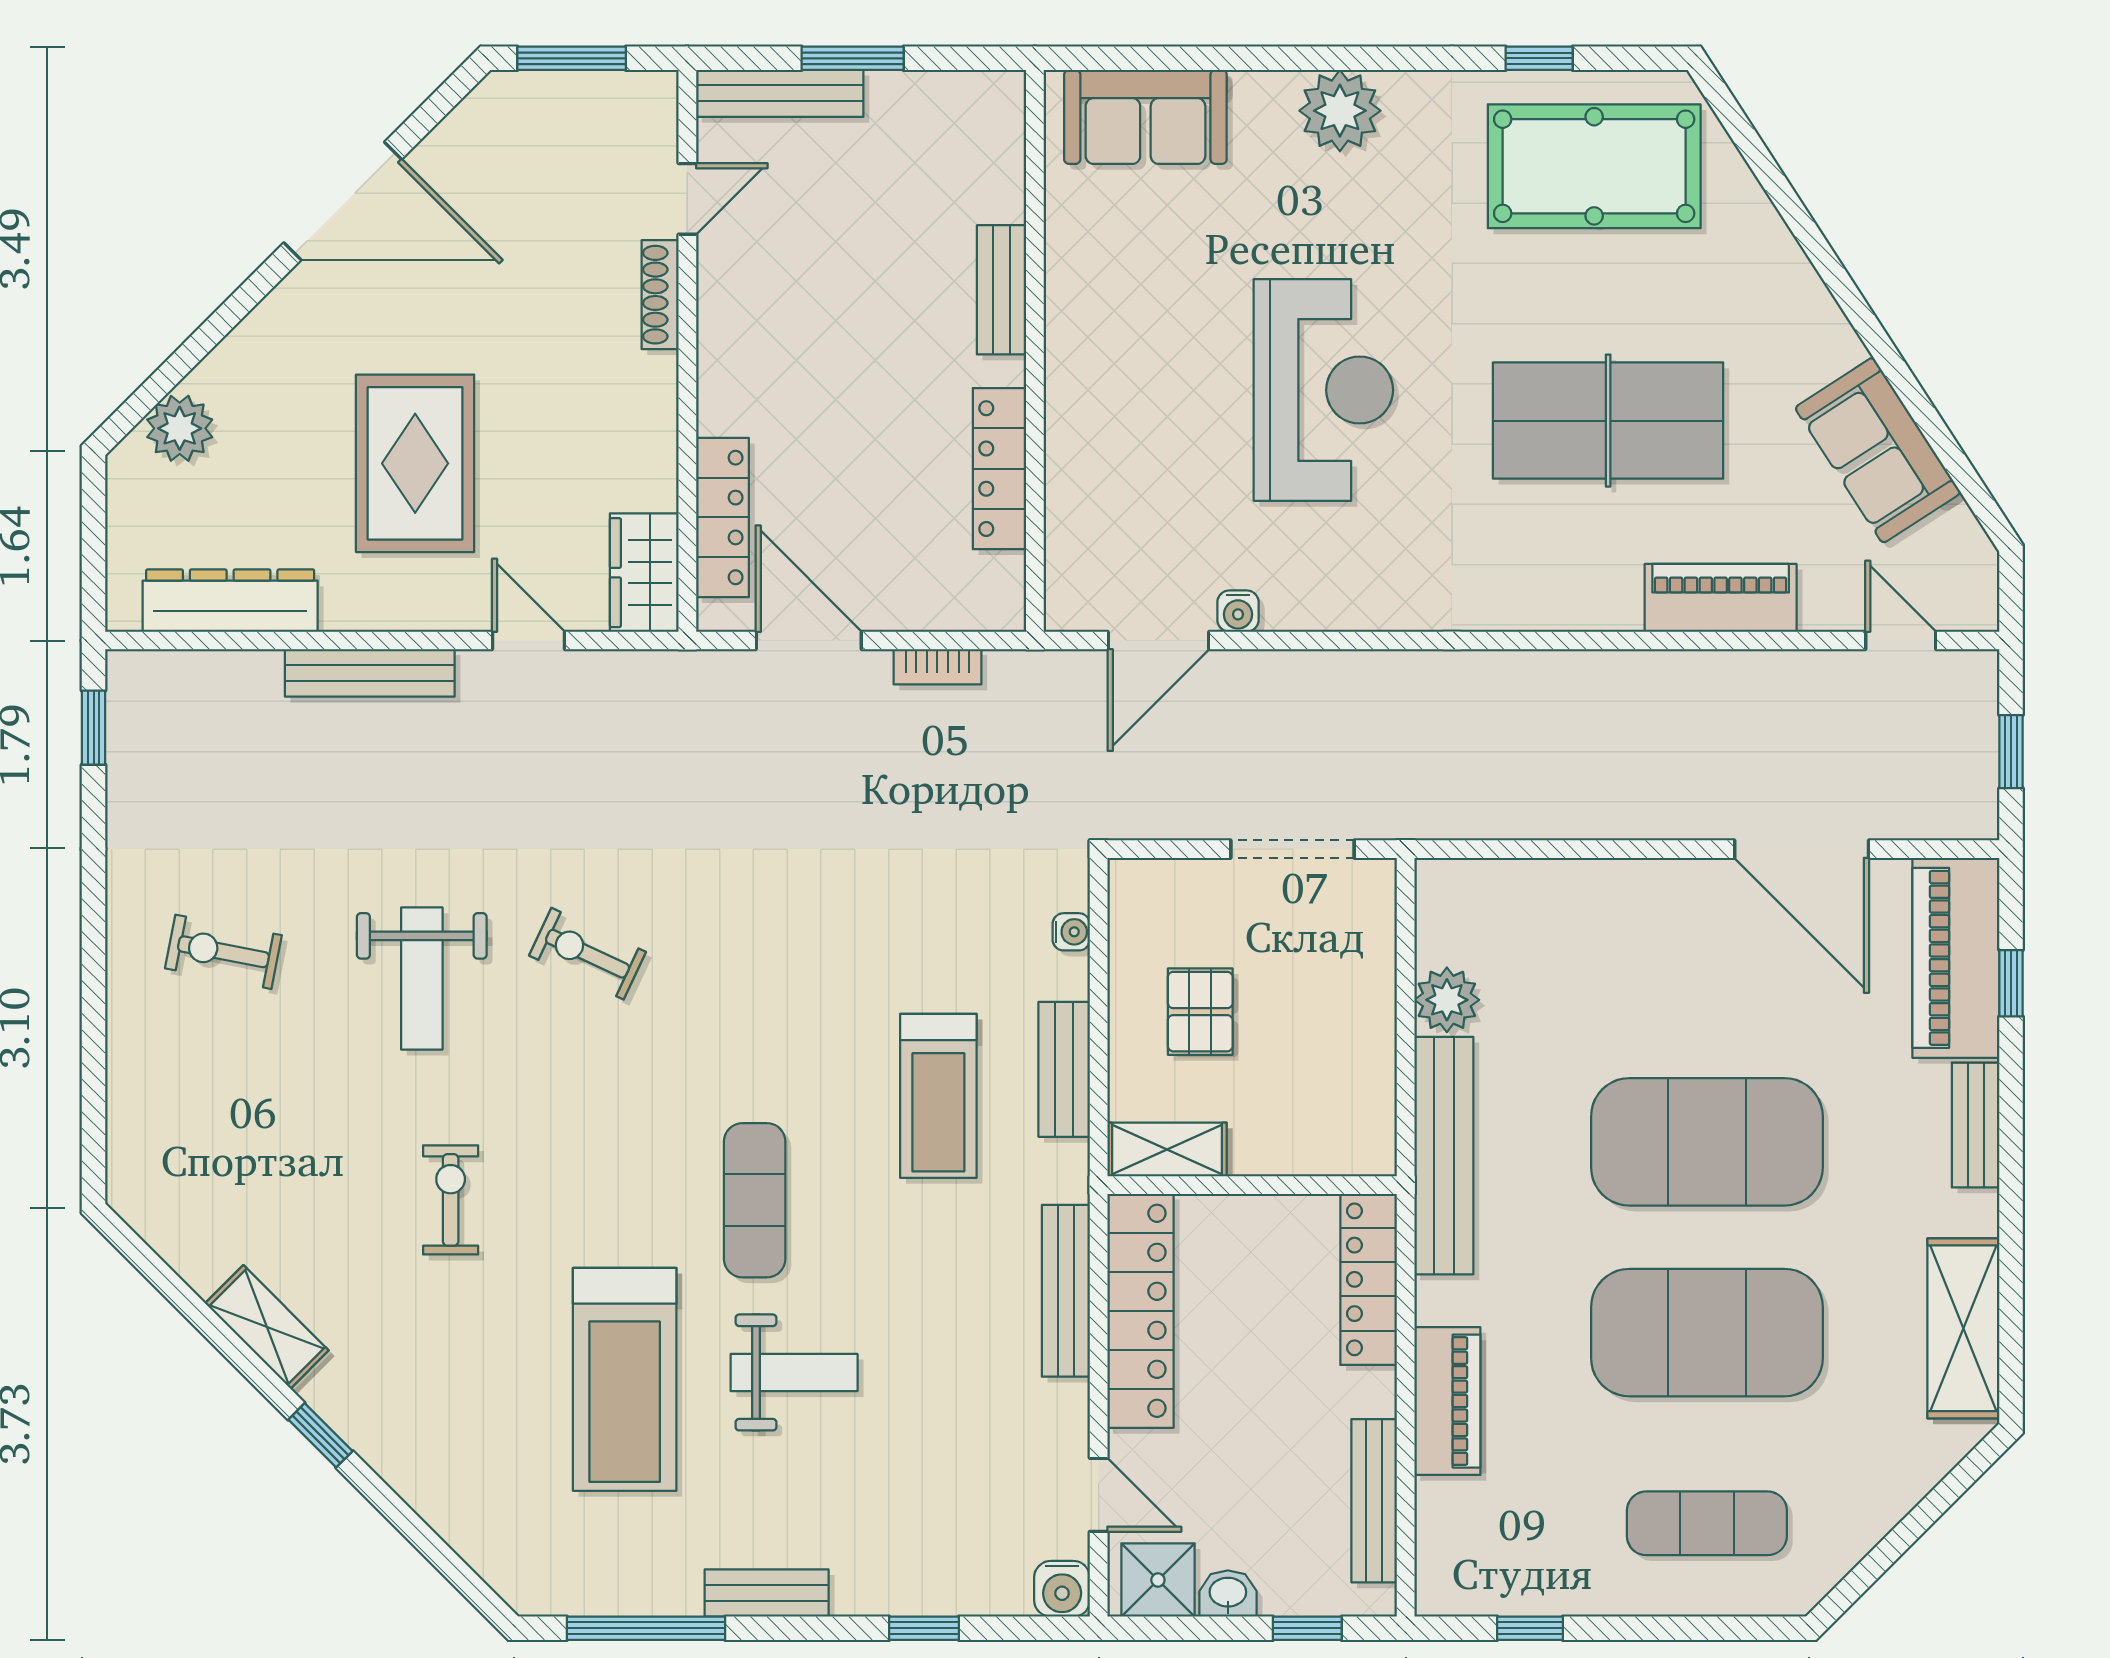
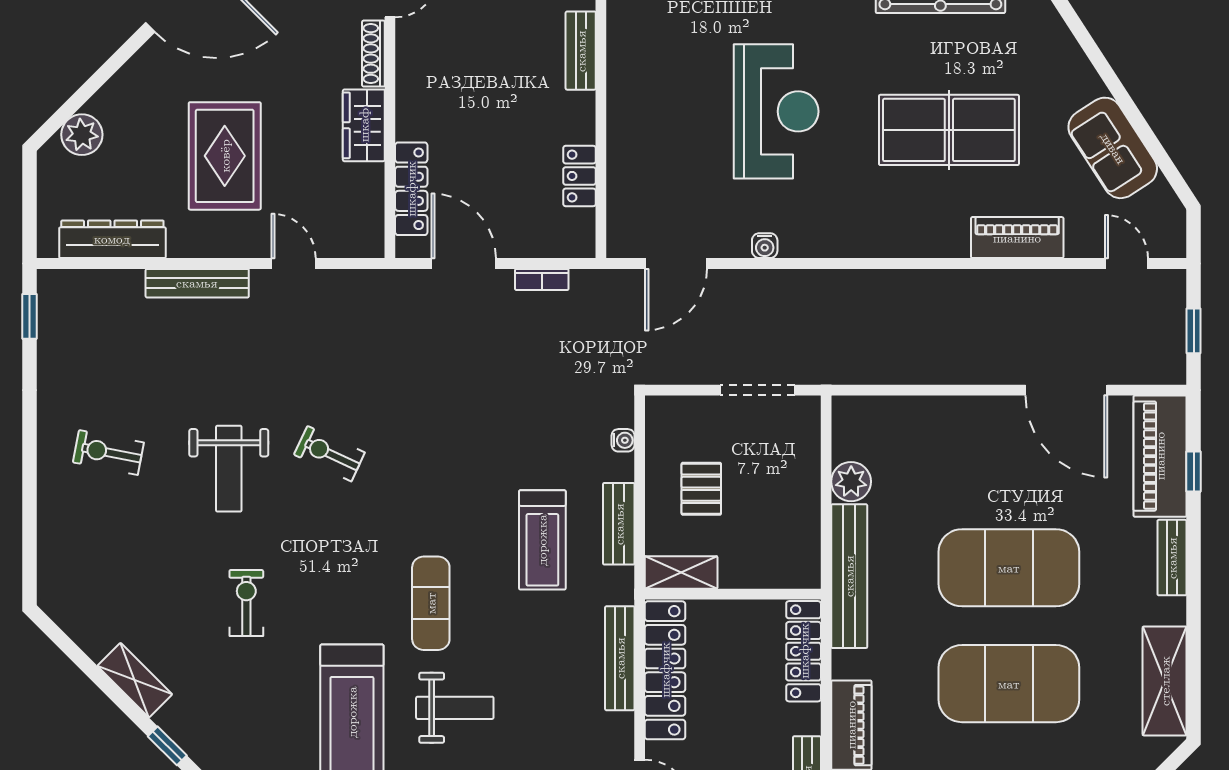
locker: (1000, 469) -> (579, 176), width x0.66
wardrobe: (644, 573) -> (364, 125), moved
water cooler: (1238, 611) -> (765, 246), moved

